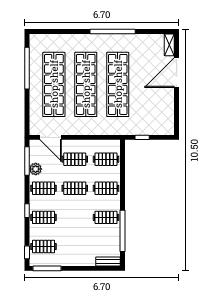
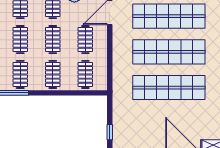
window: (142, 137) -> (110, 132), moved
clothes rail: (75, 217) -> (20, 40), added

